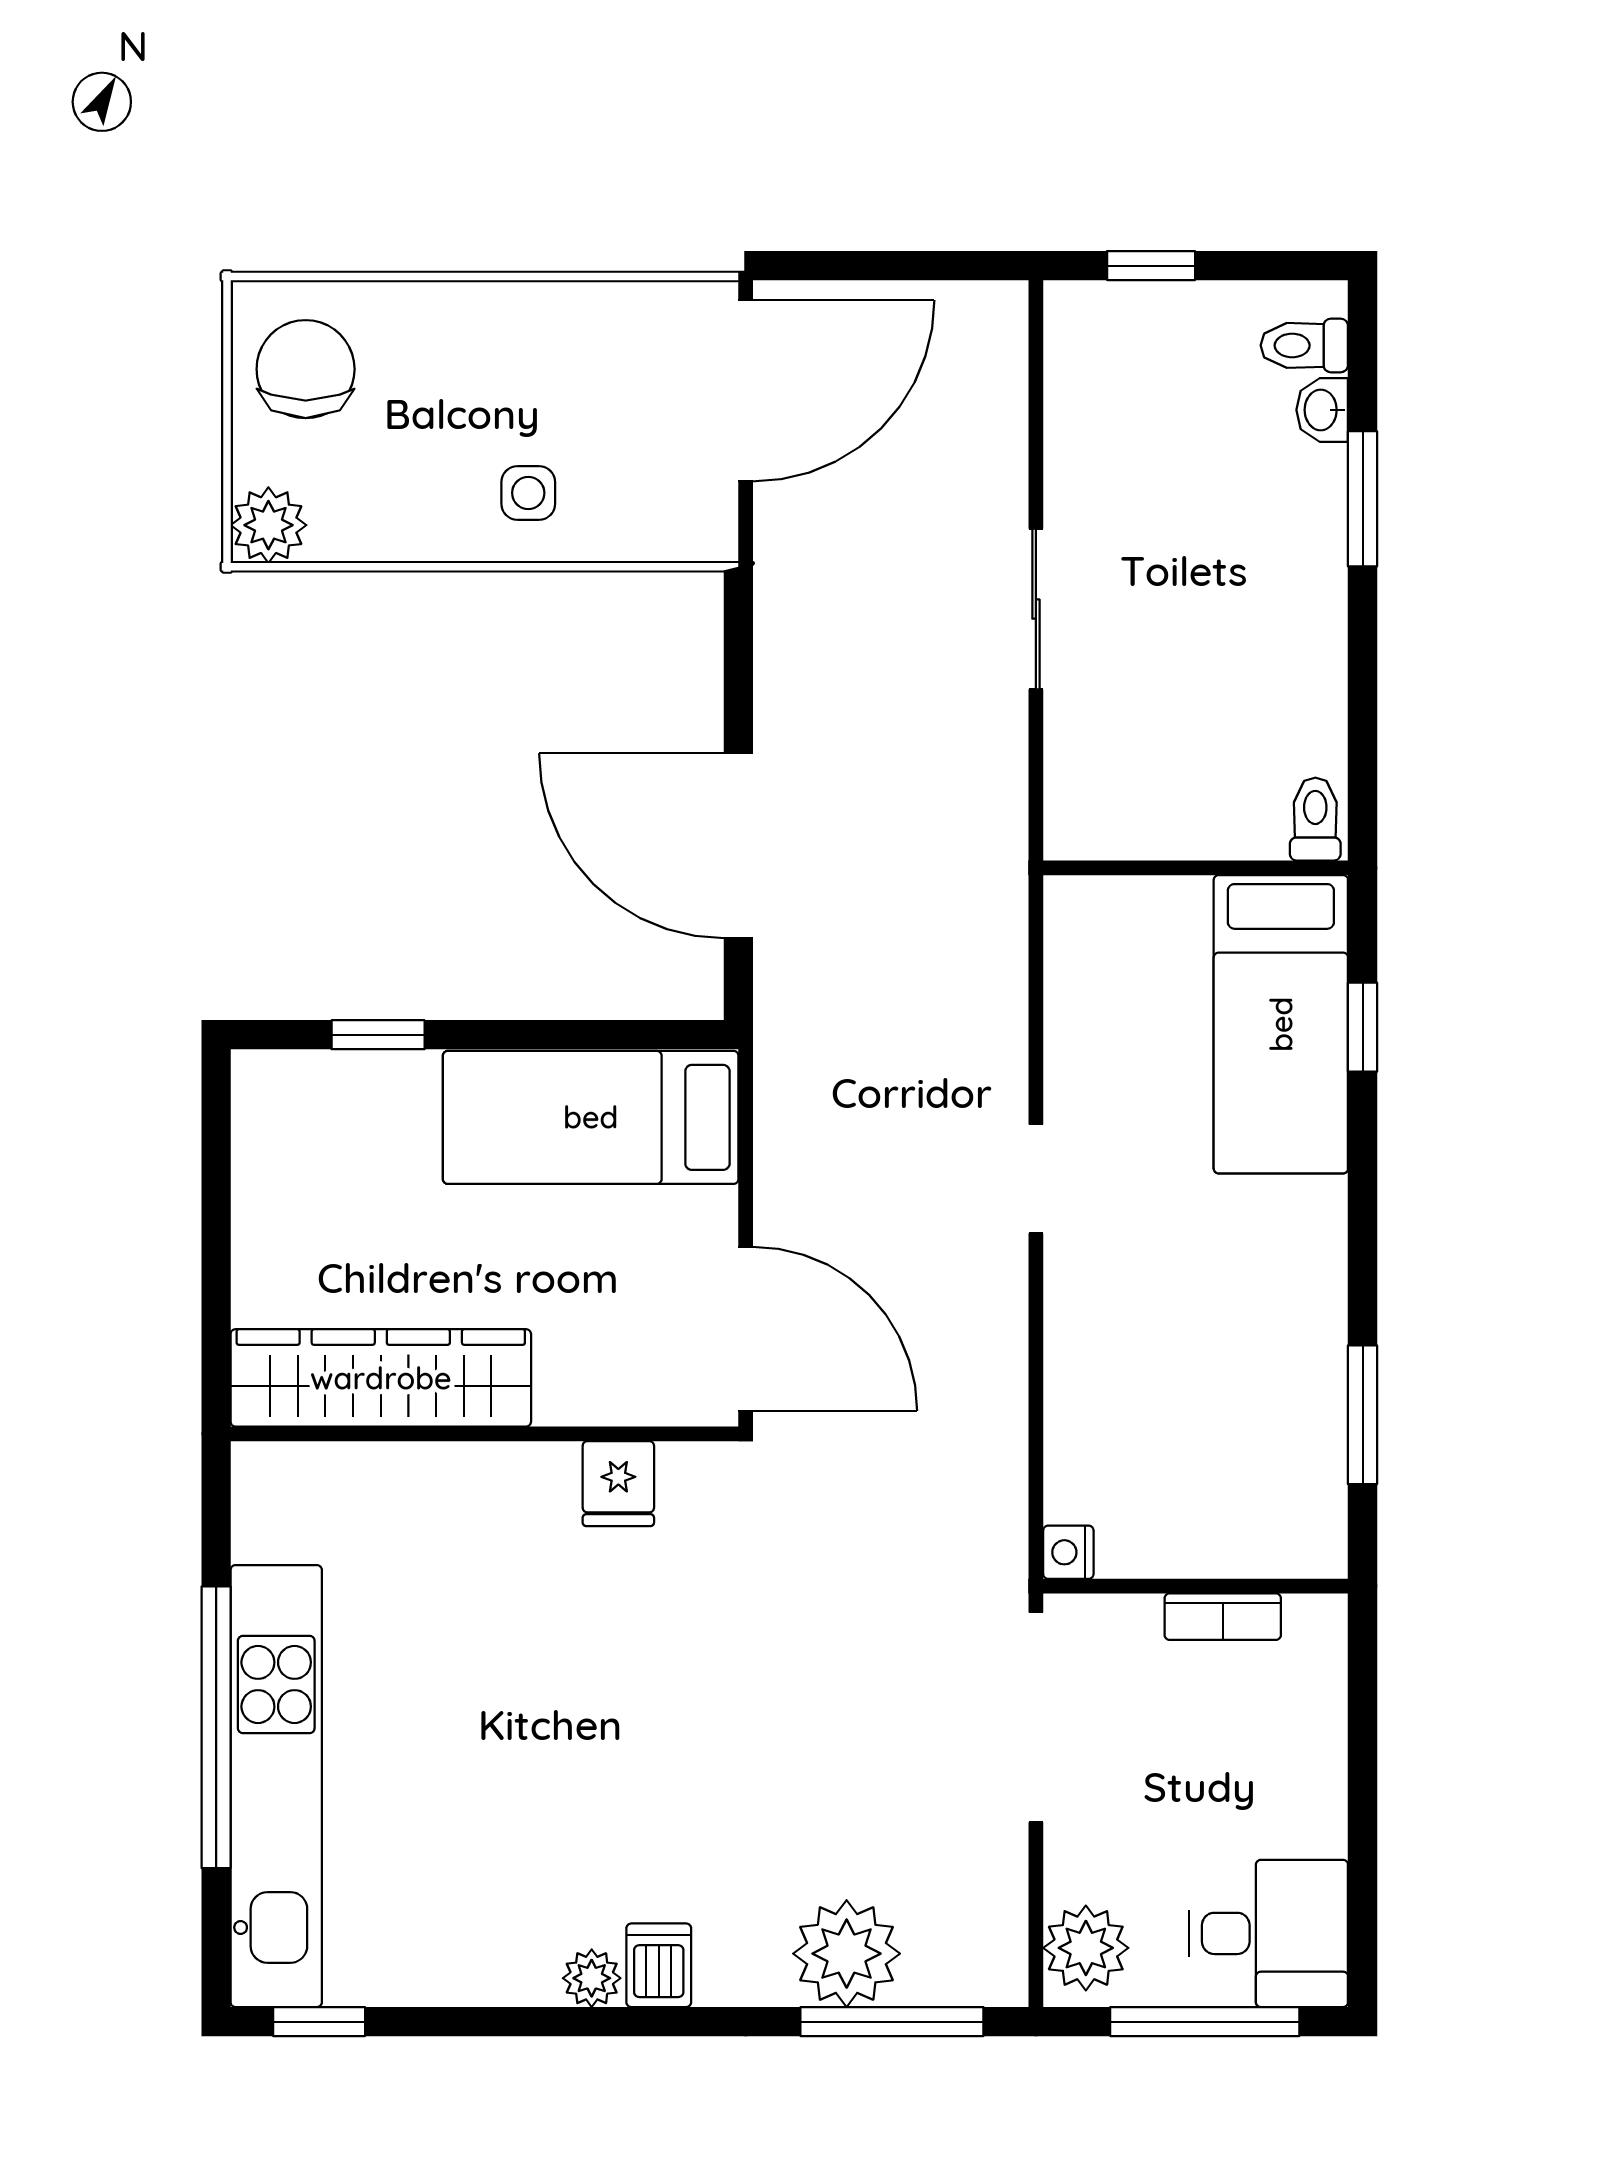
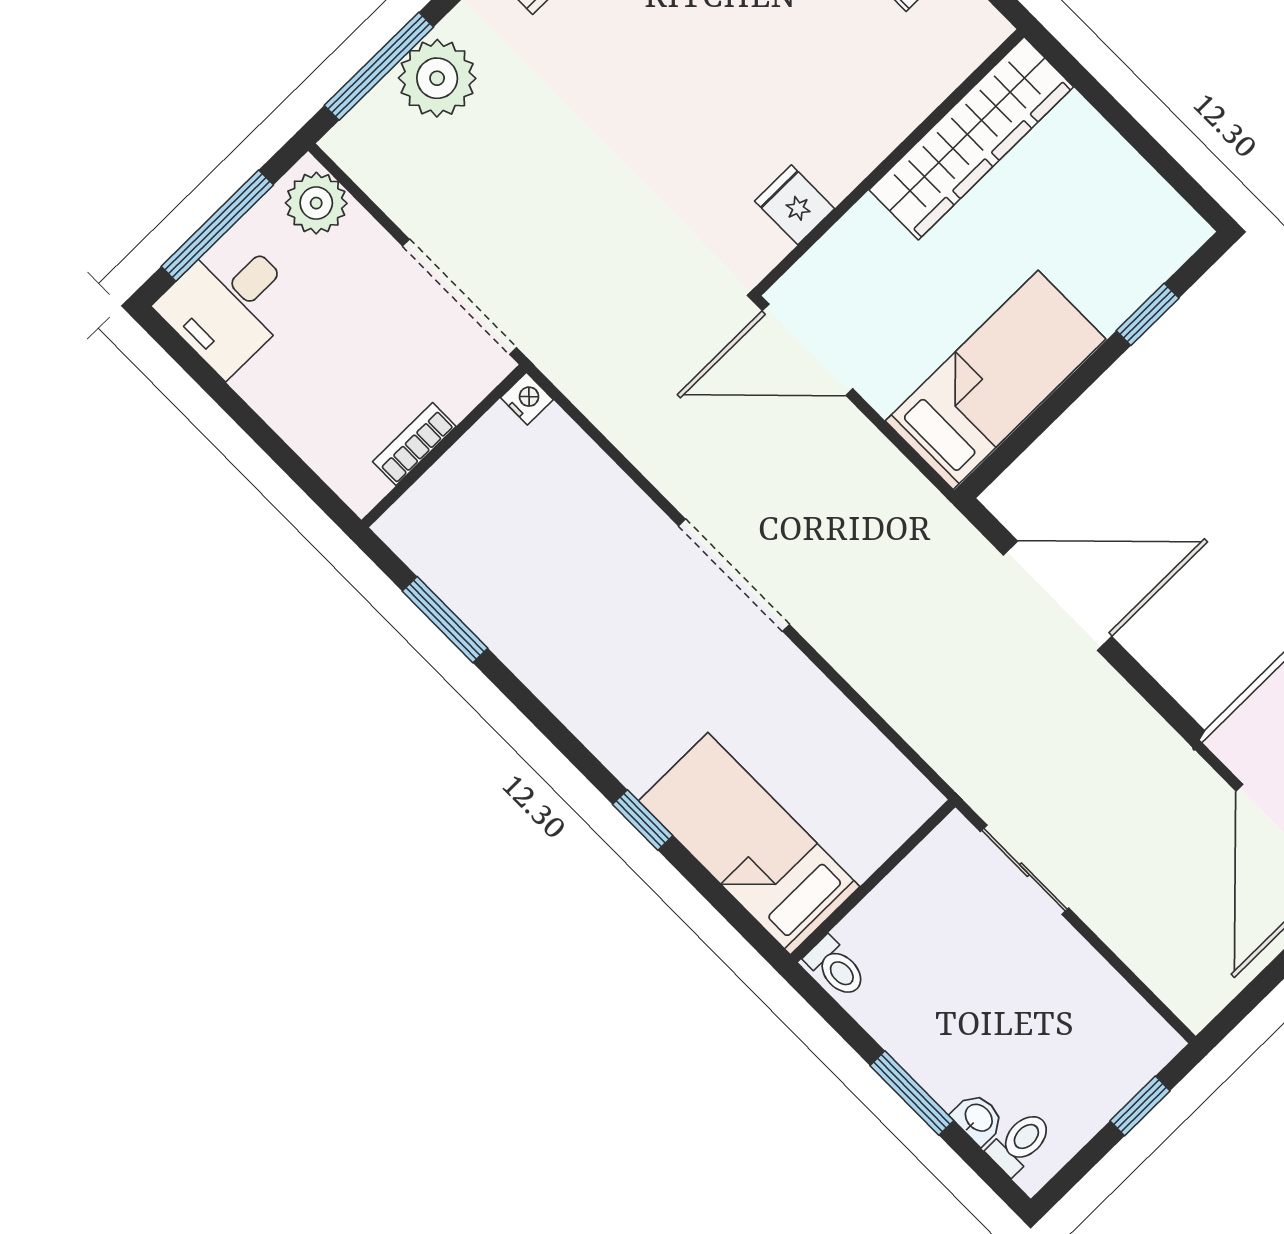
toilet: (1315, 819) -> (836, 967), moved
wall: (1196, 868) -> (873, 881), moved
bed: (1281, 1024) -> (749, 844), moved
doorway: (1036, 1179) -> (734, 575), width x1.88

